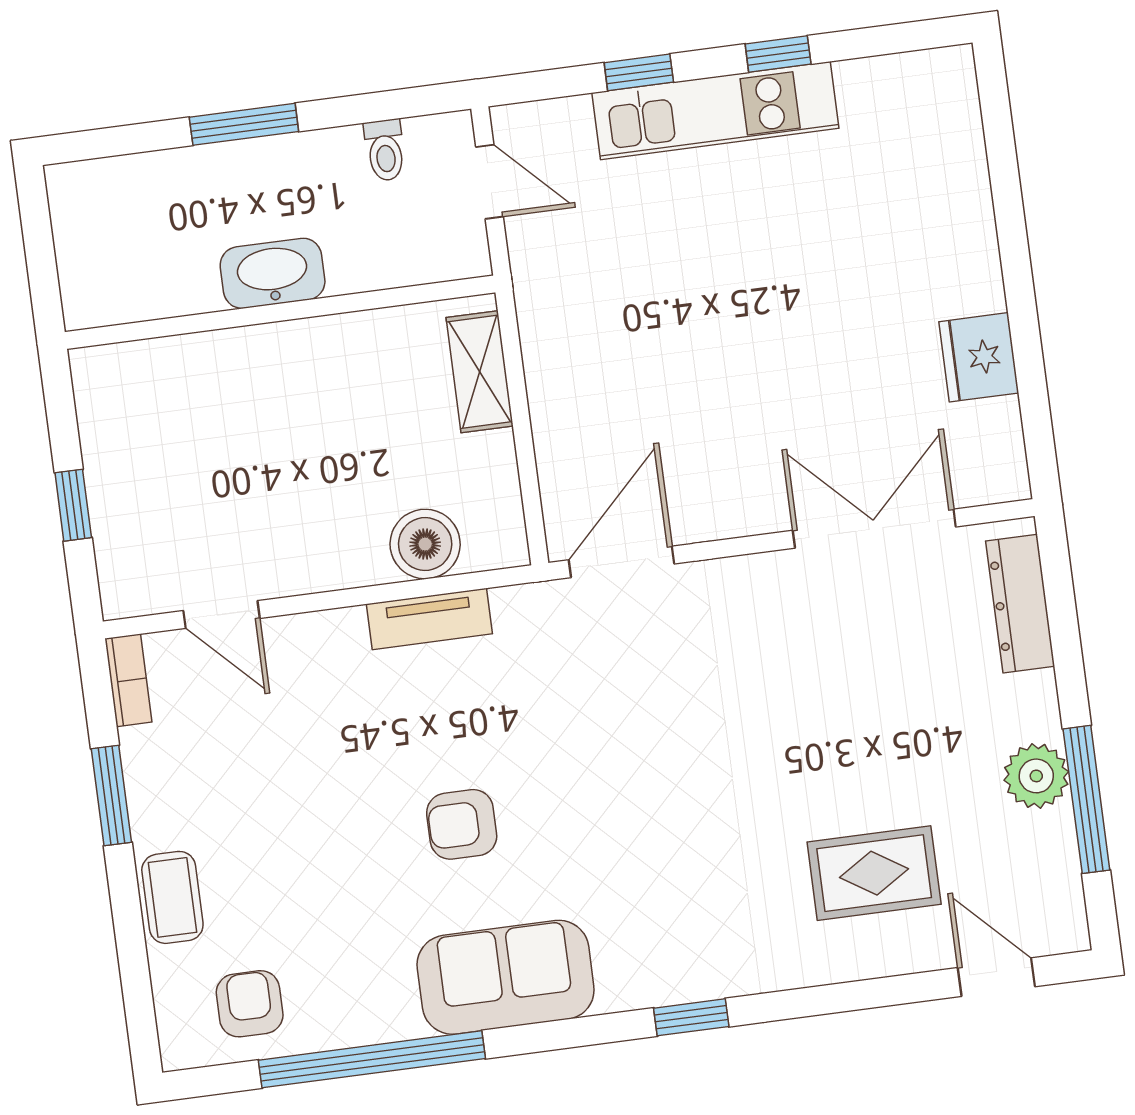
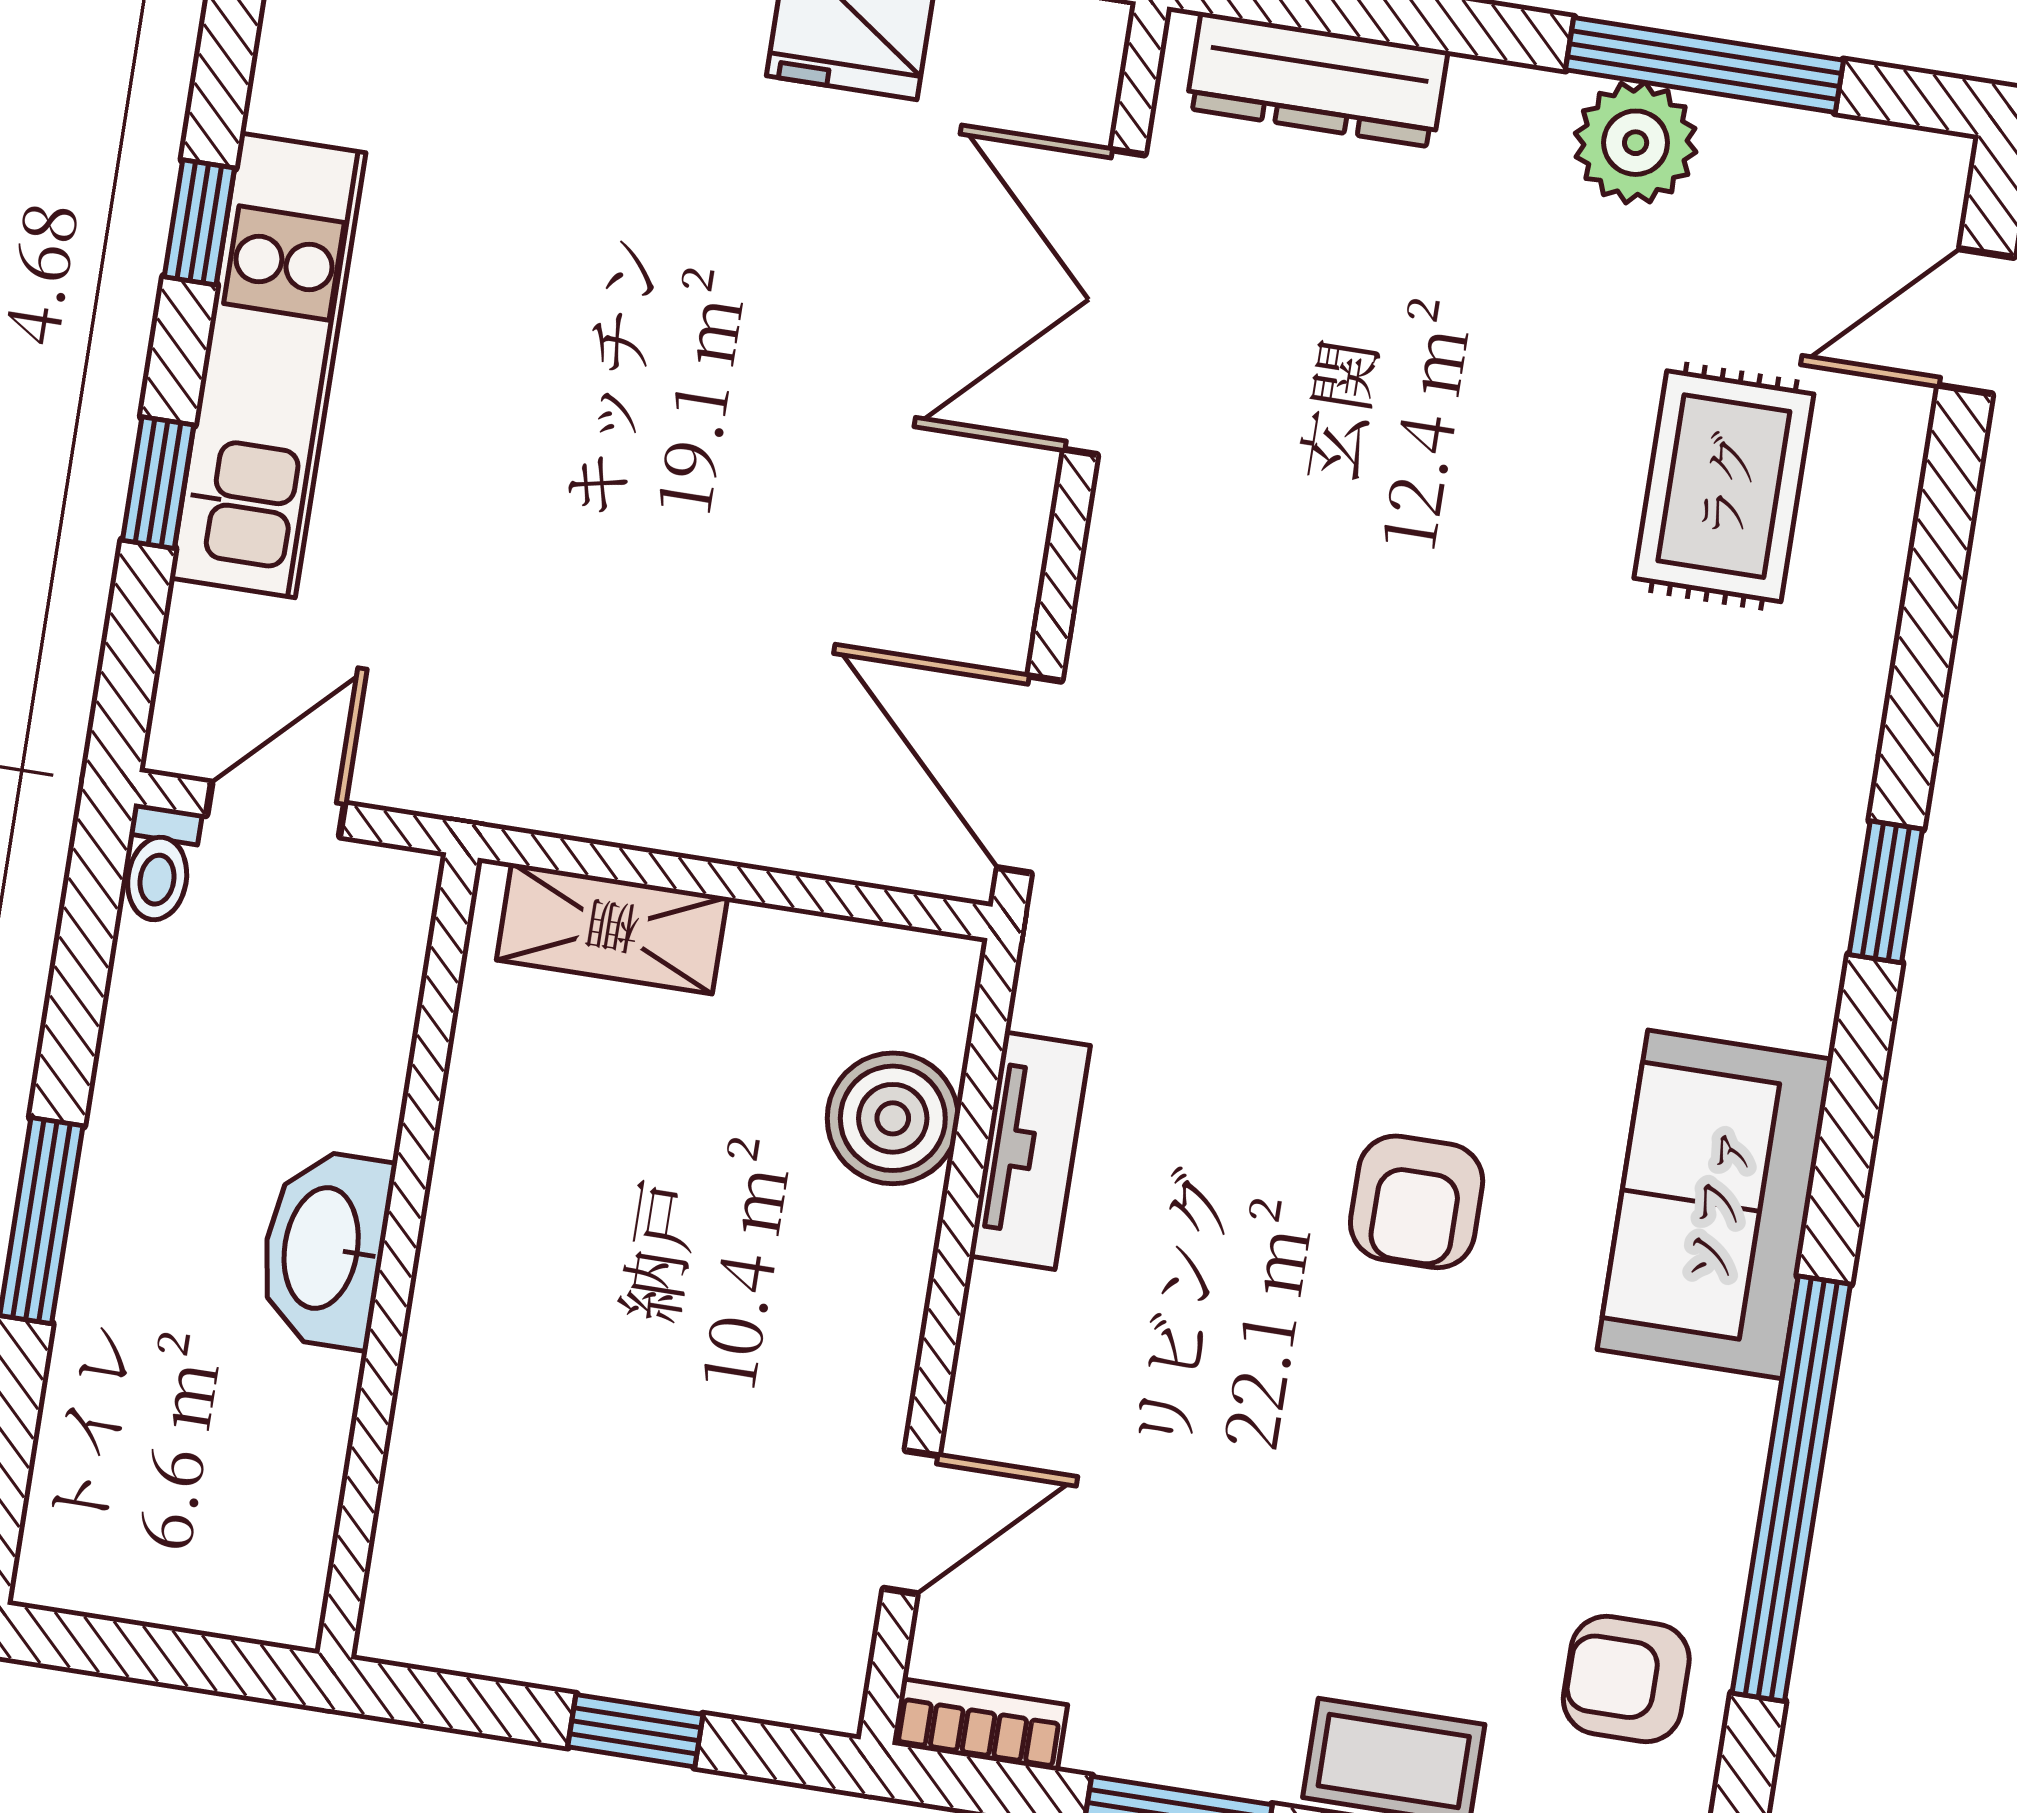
toilet: (385, 150) -> (159, 864), moved, turned 90

